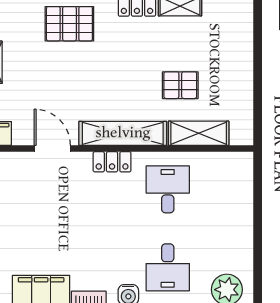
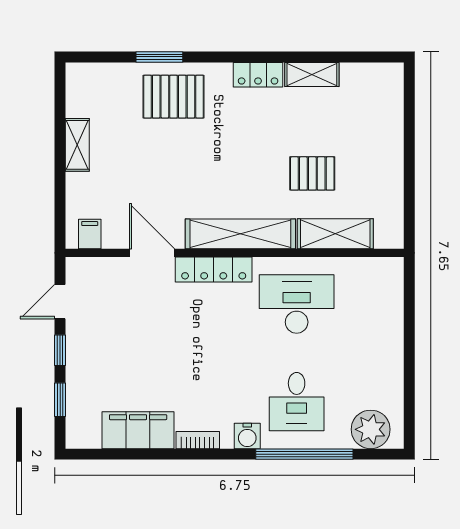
locker: (112, 162) -> (214, 269), width x1.53
desk: (168, 189) -> (297, 304), width x1.37

